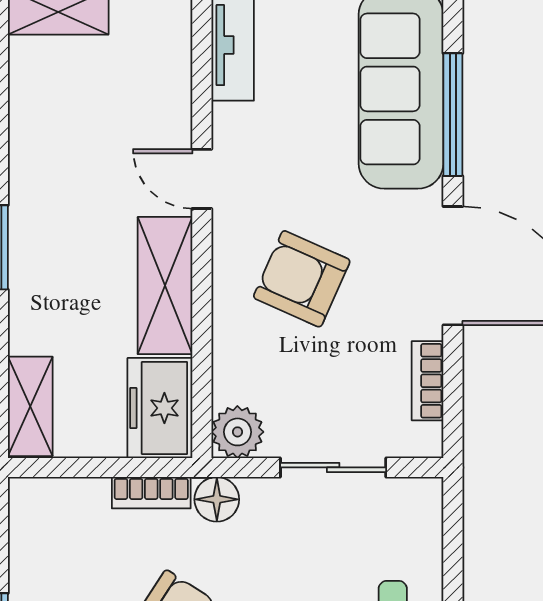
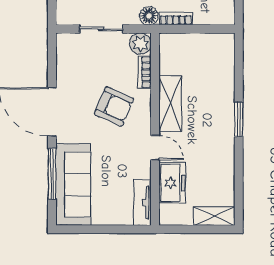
bookcase: (428, 381) -> (145, 72), moved, turned 180
shelving: (30, 406) -> (226, 54), removed
freezer: (160, 408) -> (172, 183), moved

